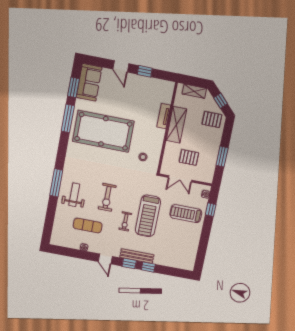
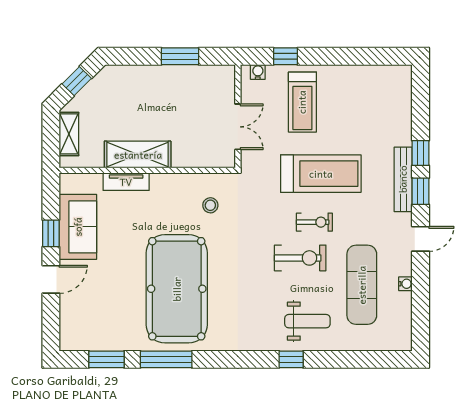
sofa: (89, 82) -> (78, 227), moved, turned 90
pallet: (212, 120) -> (115, 90), removed
pallet: (189, 157) -> (194, 118), removed
window: (56, 183) -> (291, 359), width x0.46
weight bench: (74, 195) -> (307, 321), turned 180
exercise bike: (125, 221) -> (314, 222), moved
exercise mat: (88, 226) -> (362, 285), width x1.36, depth x1.45

